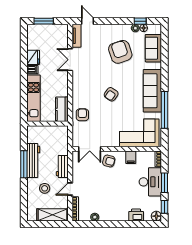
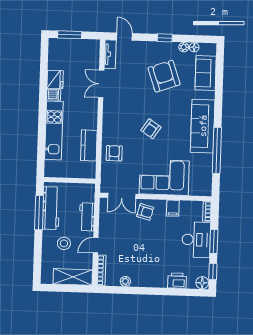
window: (140, 21) -> (165, 38), moved
wall: (47, 124) -> (70, 180), moved
corner sofa: (139, 133) -> (164, 177), moved

